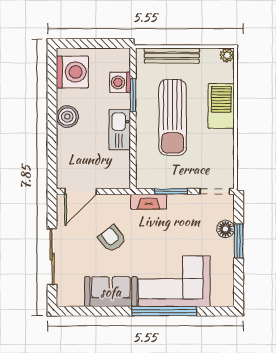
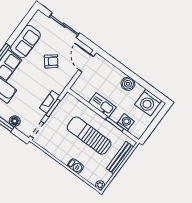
barbecue: (221, 106) -> (75, 166), width x0.53, depth x0.65
fireplace: (149, 202) -> (50, 102), moved

